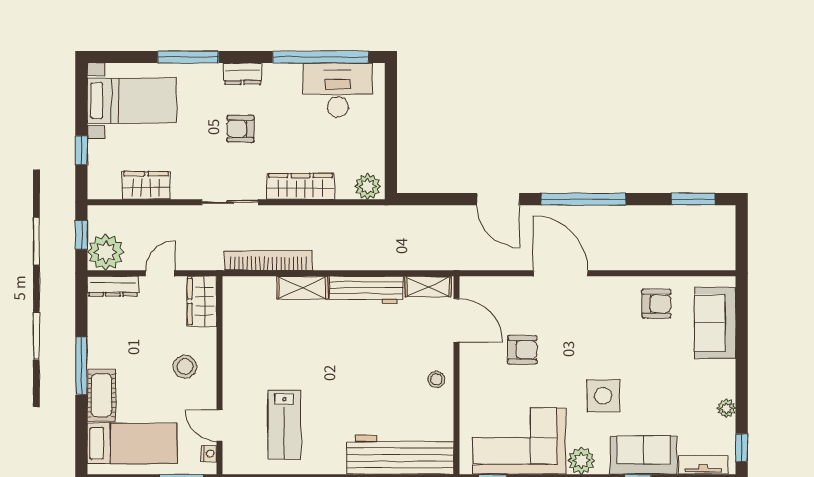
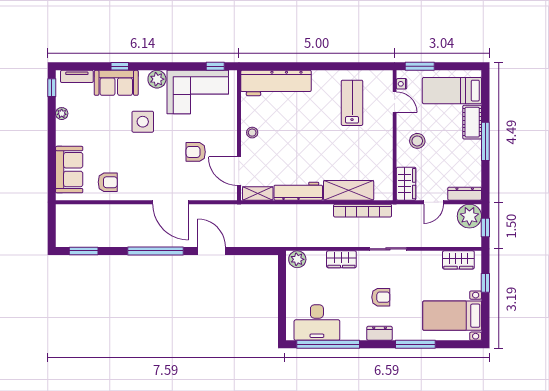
wardrobe: (146, 185) -> (458, 260), moved
wardrobe: (300, 186) -> (341, 259), width x0.67
shelving: (302, 288) -> (349, 190), width x1.50, depth x1.33
armchair: (656, 304) -> (108, 182), turned 180

